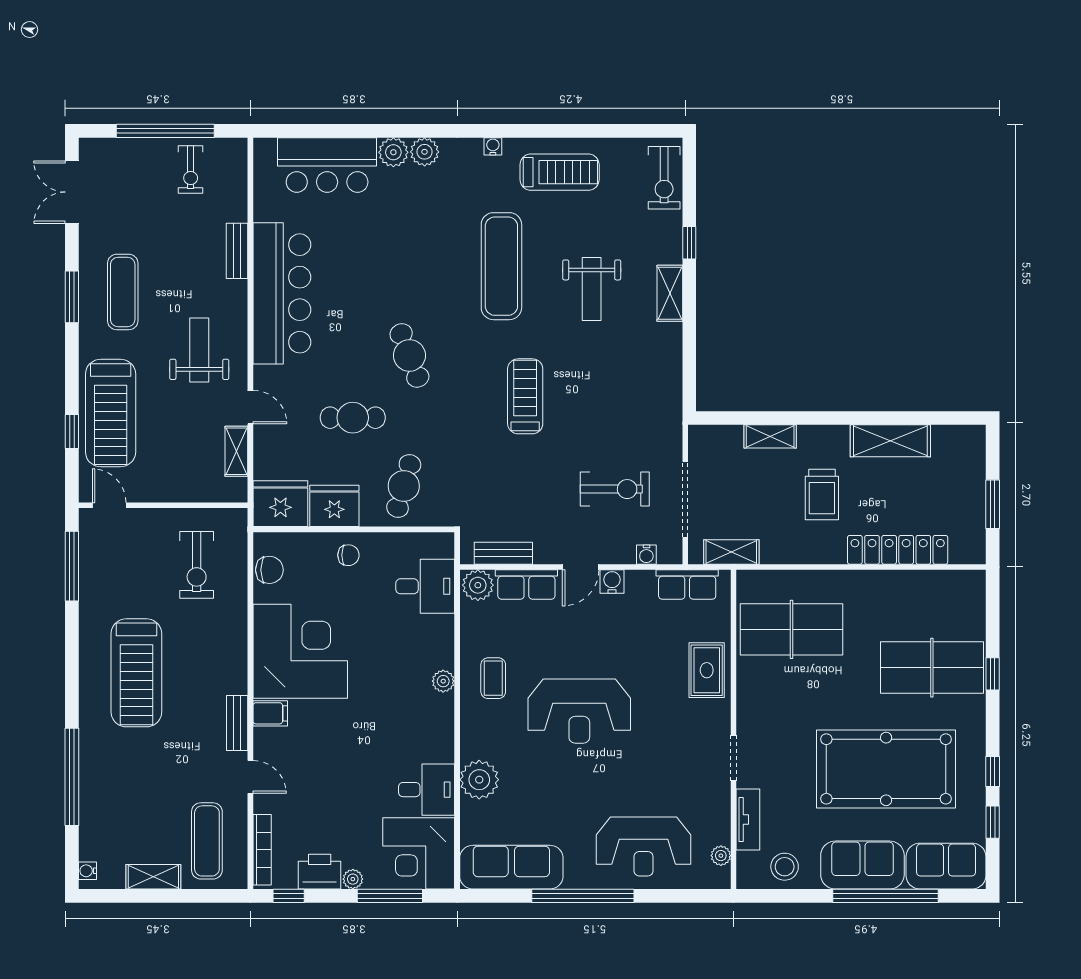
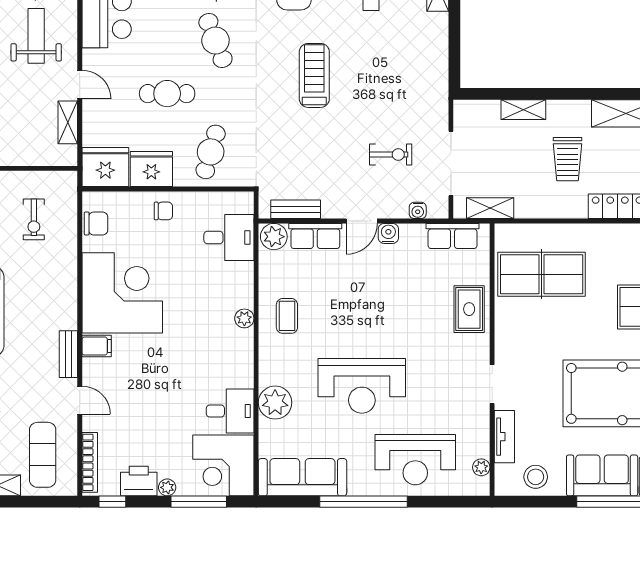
exercise bike: (615, 489) -> (391, 155), width x0.73, depth x0.72
exercise bike: (197, 565) -> (34, 219), width x0.73, depth x0.72
reception desk: (579, 711) -> (362, 386), moved

